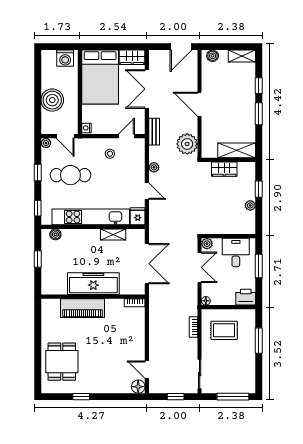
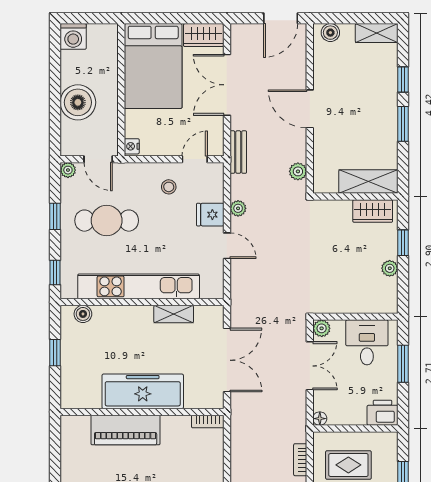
washing machine: (65, 58) -> (73, 36), moved
plant: (187, 144) -> (298, 171), width x0.53, depth x0.53
wardrobe: (224, 169) -> (373, 211), moved
fridge: (138, 216) -> (210, 215), moved, turned -90

